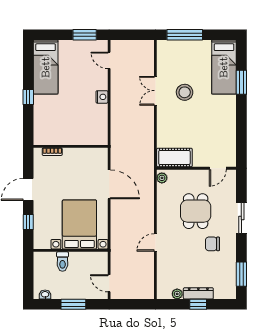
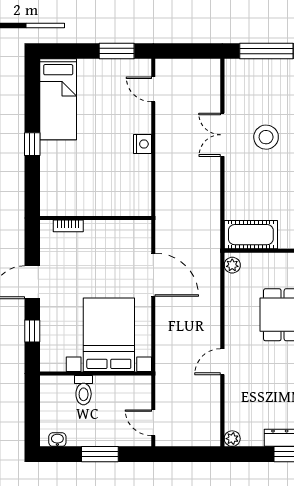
plant: (177, 294) -> (232, 439), moved

